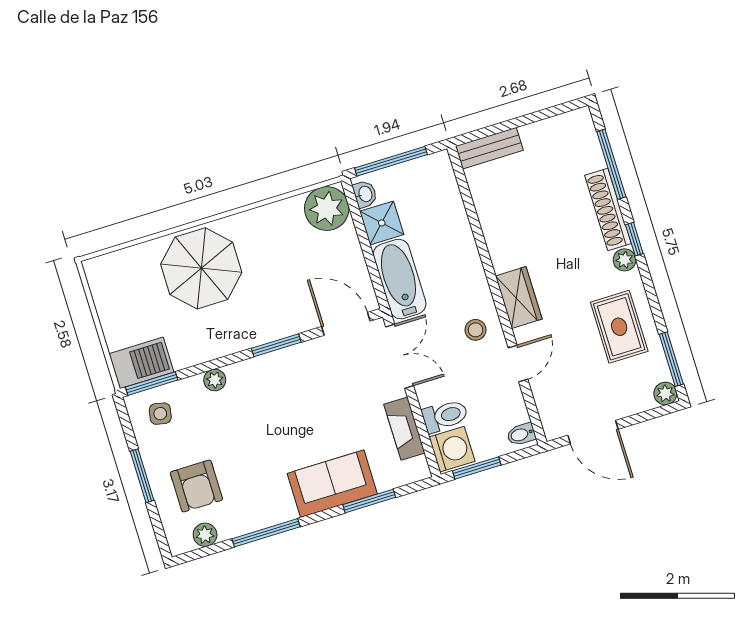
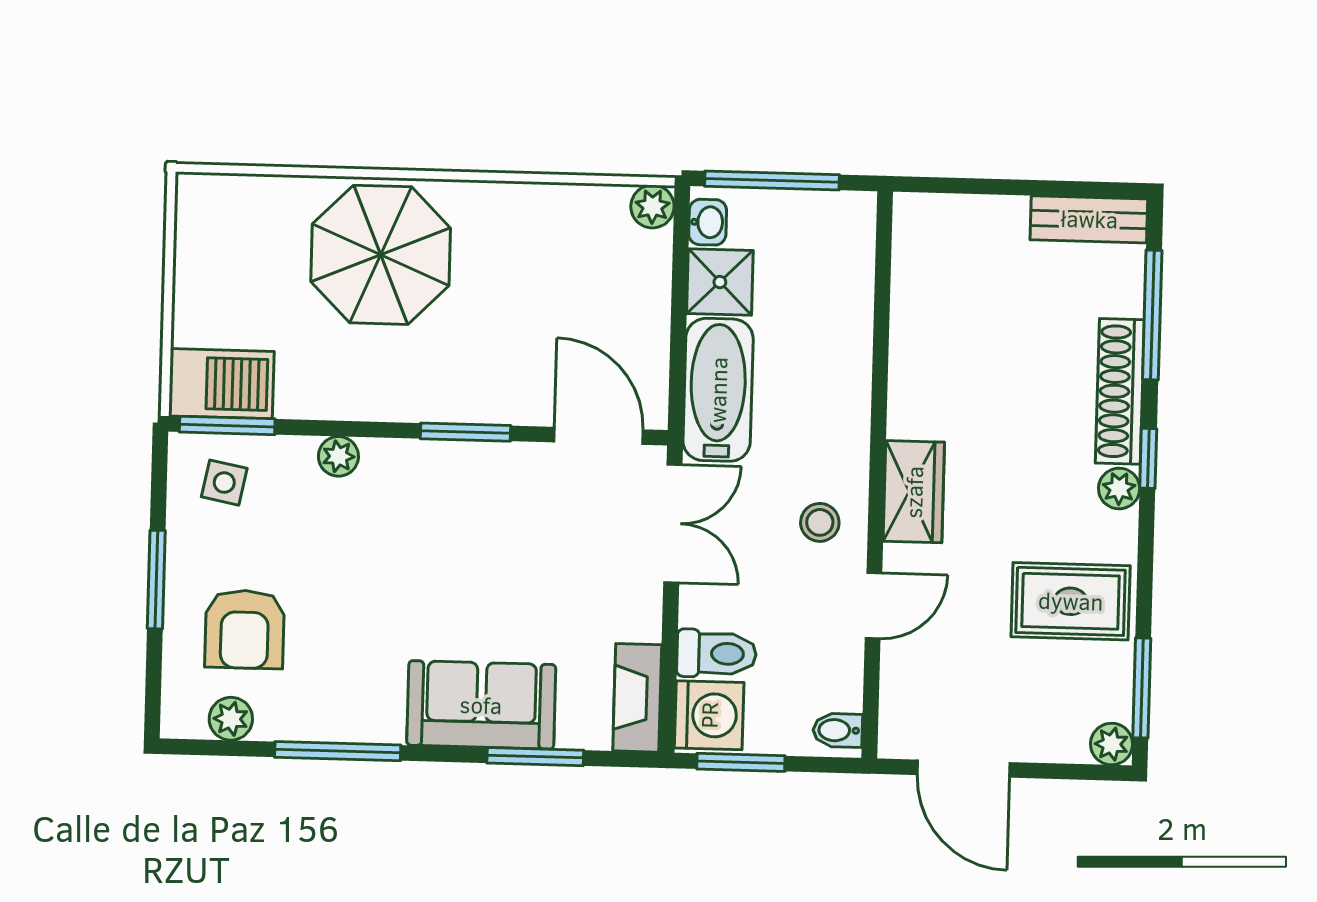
bench: (489, 148) -> (1089, 219), moved
plant: (327, 209) -> (652, 207), width x0.53, depth x0.53
rug: (619, 327) -> (1071, 601), turned 90
fireplace: (404, 429) -> (637, 698), moved

